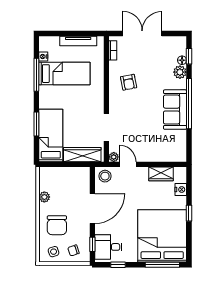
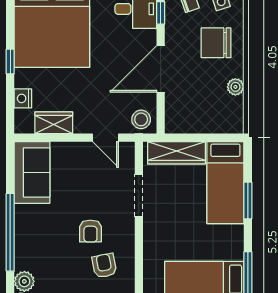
armchair: (137, 104) -> (90, 231), added
sofa: (175, 110) -> (32, 172), moved
plant: (114, 157) -> (127, 149), removed
chair: (57, 225) -> (216, 43), turned -90

